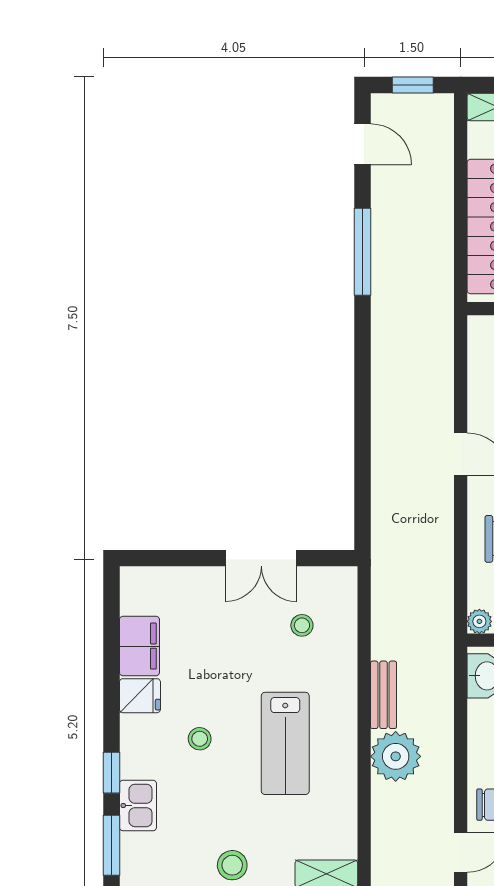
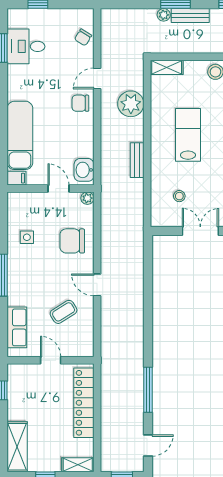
door: (362, 144) -> (148, 445), swing flipped
plant: (396, 756) -> (131, 104), moved

